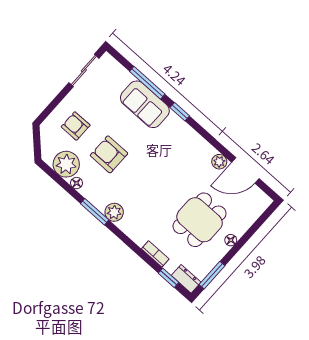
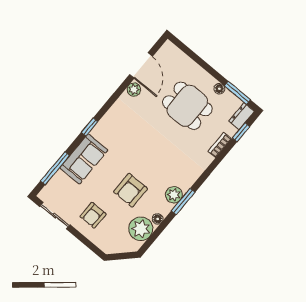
window: (147, 83) -> (55, 168), moved
armchair: (76, 126) -> (93, 215), moved
plant: (114, 212) -> (174, 195), moved
floor lamp: (231, 240) -> (219, 89), moved

